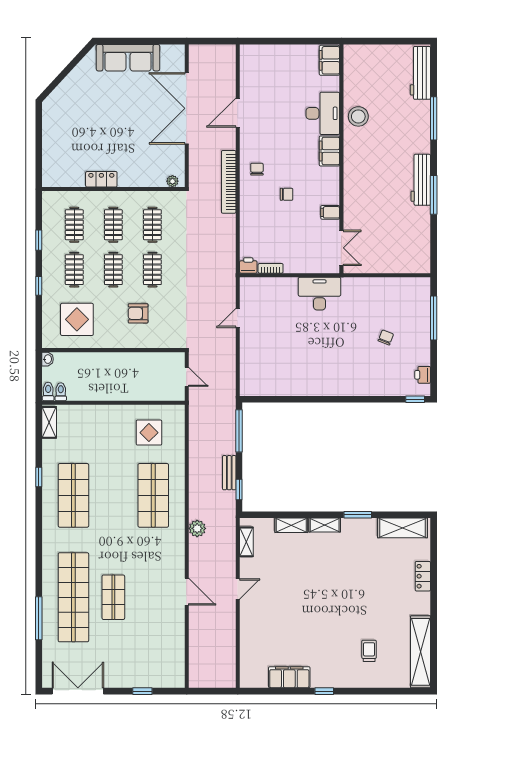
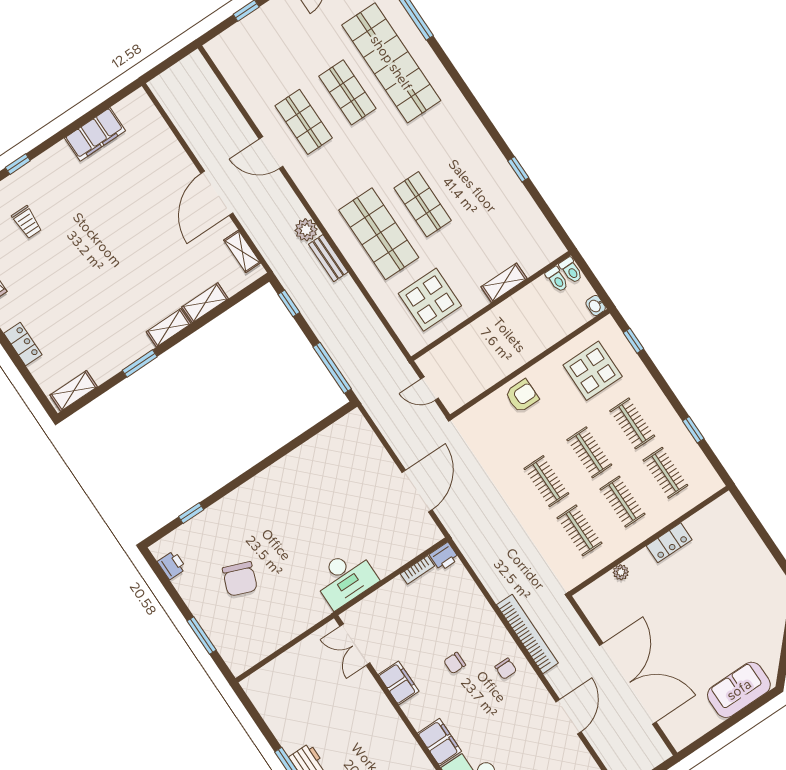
sofa: (128, 58) -> (739, 690), width x0.73
plant: (172, 181) -> (621, 572), moved
filing cabinet: (330, 212) -> (399, 683), width x2.00
window: (39, 286) -> (633, 341), moved
armchair: (138, 313) -> (522, 396), moved
door: (238, 318) -> (417, 491), width x1.87
window: (434, 318) -> (202, 636), width x0.69
chair: (386, 337) -> (240, 579), width x1.87, depth x1.87
window: (415, 399) -> (191, 513), moved
shelving: (49, 422) -> (504, 283), moved, turned 90
display table: (149, 433) -> (430, 300), width x1.36, depth x1.36
bench: (229, 473) -> (328, 258), moved
shop shelf: (73, 495) -> (423, 204), moved, width x0.70, depth x0.74
shelving: (403, 528) -> (74, 391), width x0.67, depth x0.75
door: (238, 589) -> (217, 193), width x1.87
shop shelf: (153, 597) -> (304, 122), added
window: (324, 691) -> (18, 164), moved

